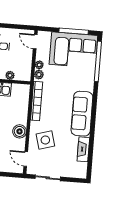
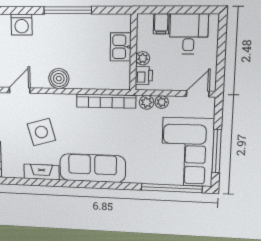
printer: (21, 75) -> (144, 75), added
side table: (45, 140) -> (41, 132), moved

